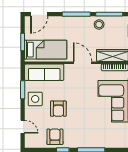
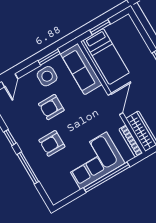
door: (39, 14) -> (140, 27), removed
armchair: (55, 137) -> (52, 143), moved, turned 180

